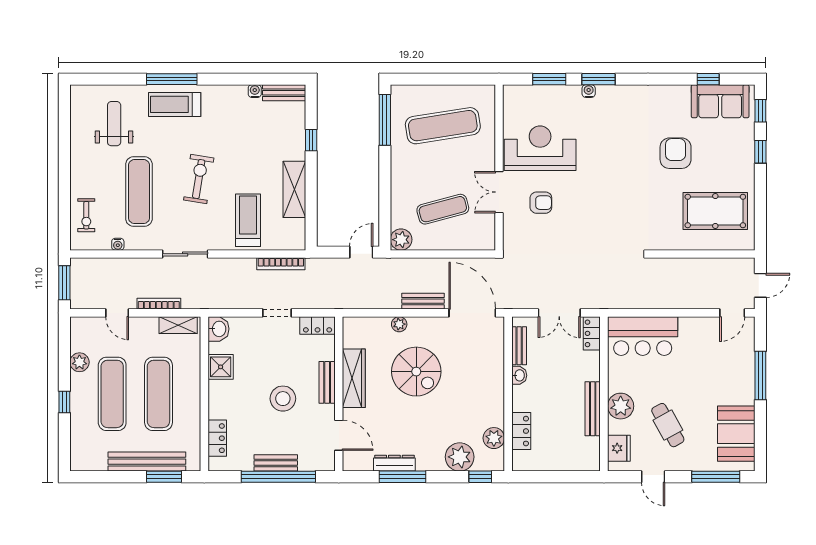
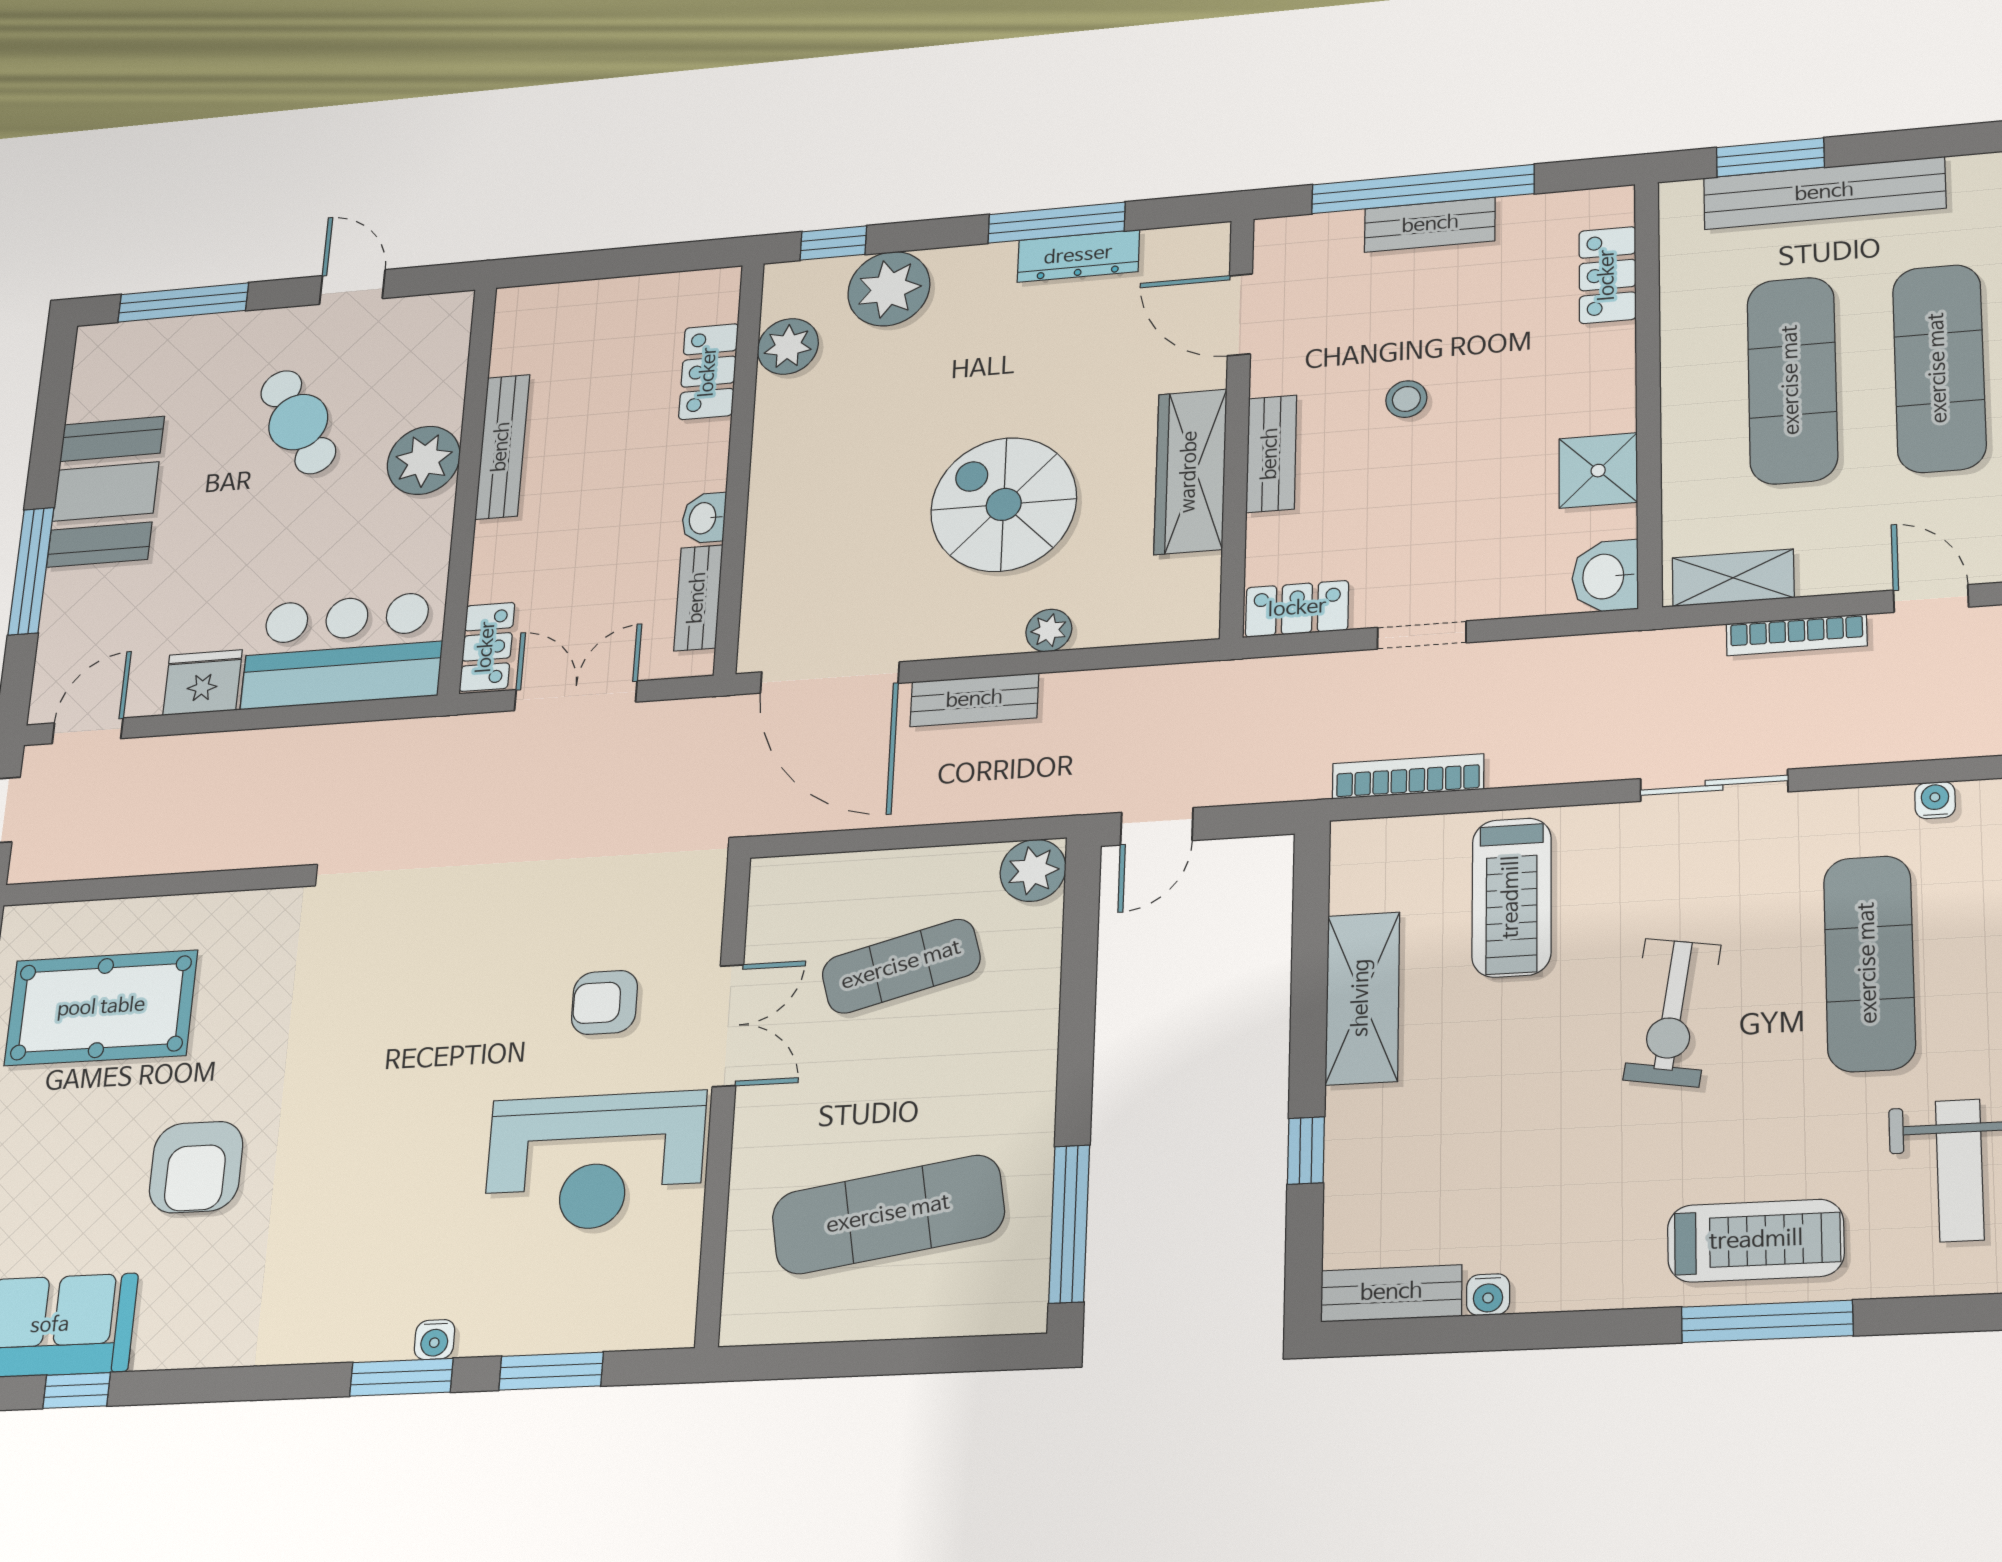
stool: (283, 399) -> (1406, 399), width x0.53, depth x0.53
booth: (736, 434) -> (106, 492), moved
fridge: (619, 448) -> (203, 683), moved, turned 90

